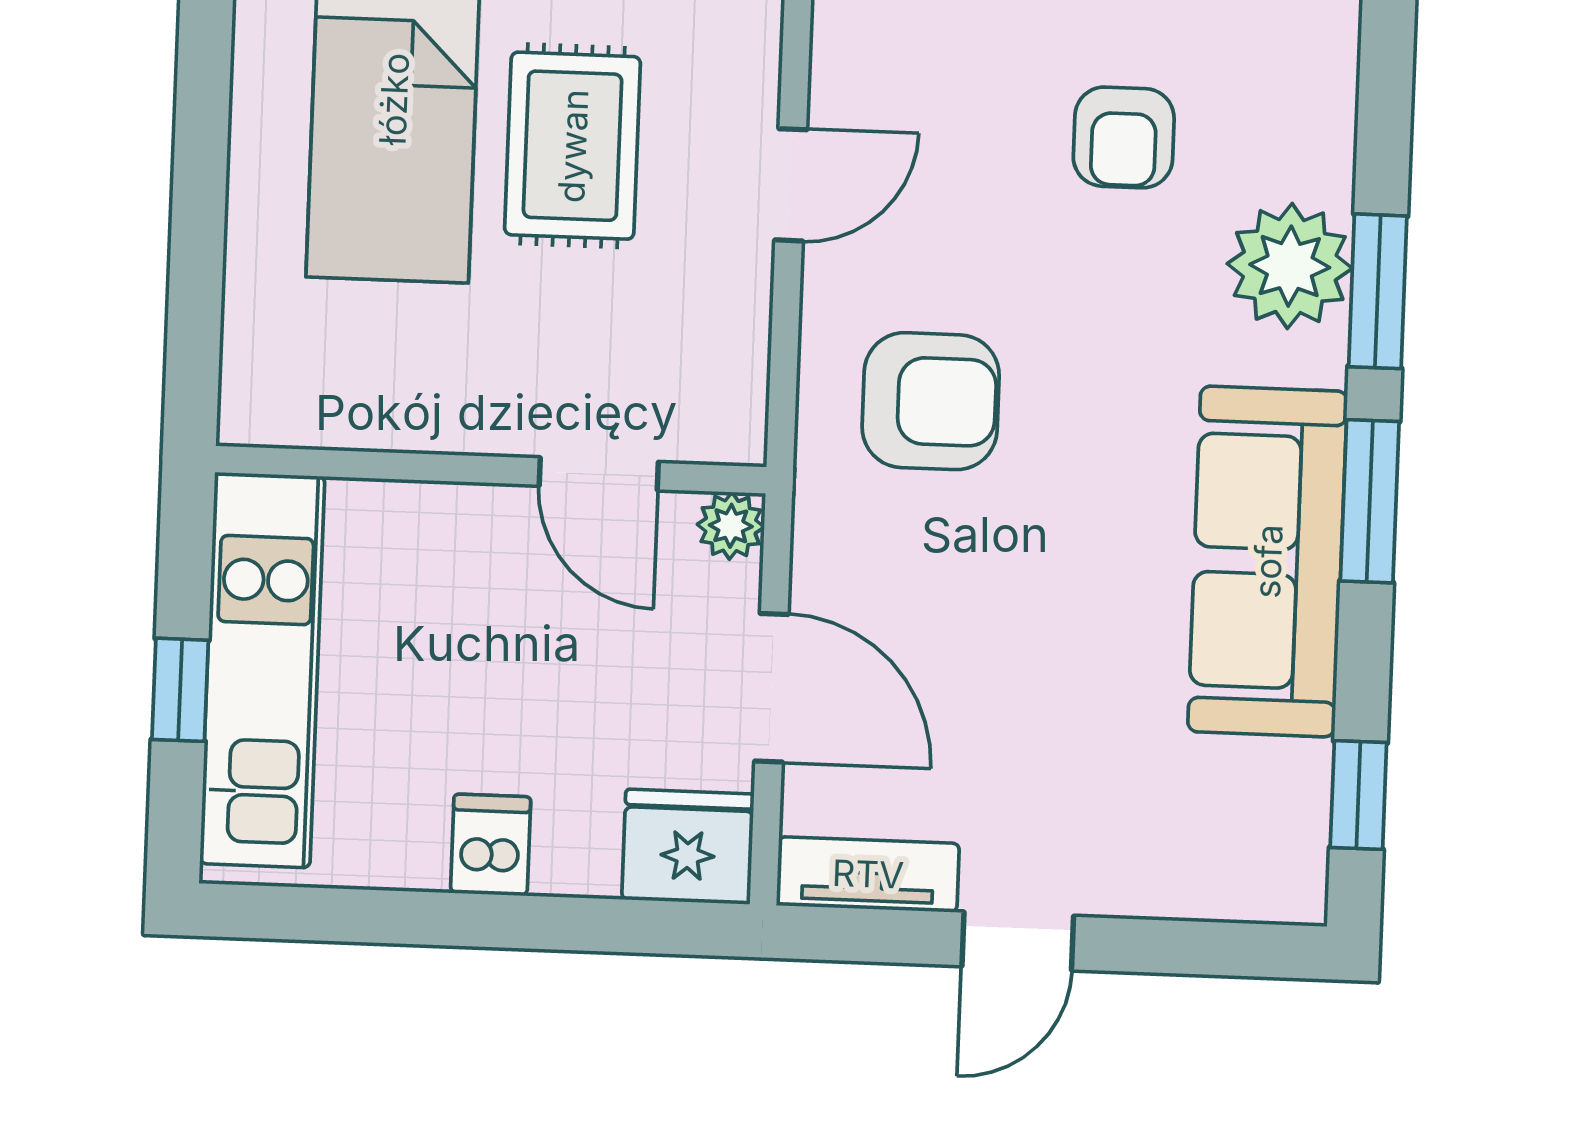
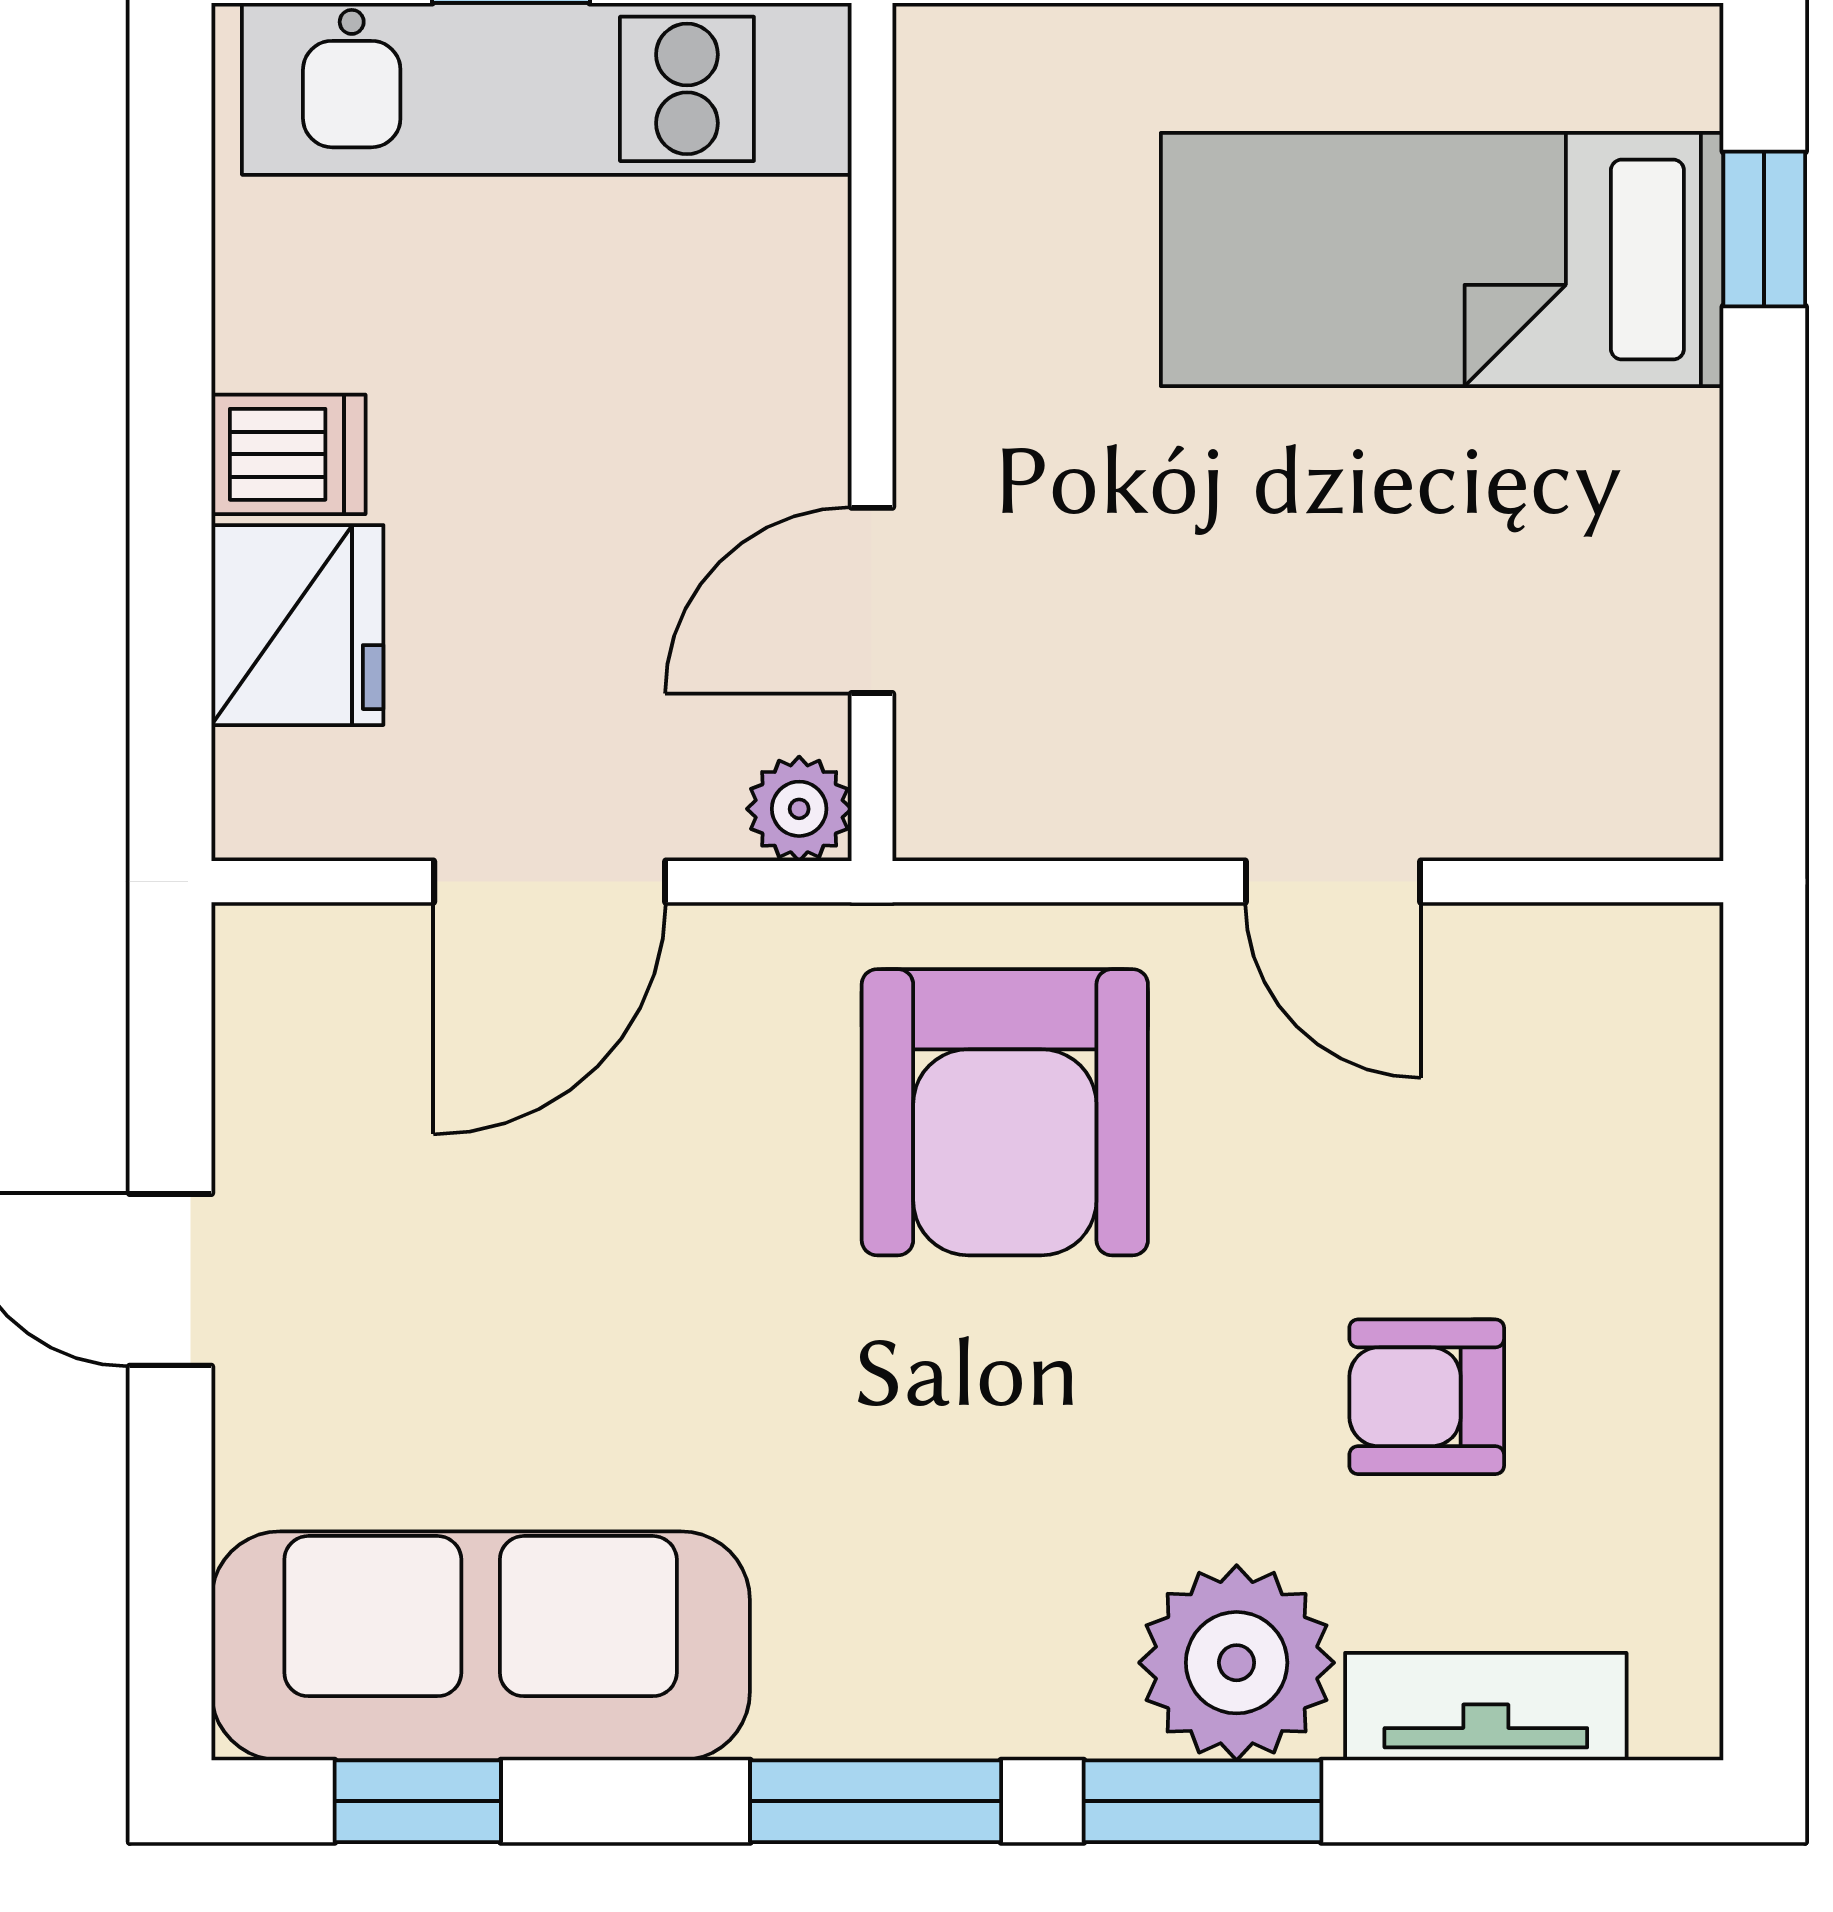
rug: (573, 146) -> (1381, 540), removed
armchair: (931, 401) -> (1005, 1112), width x1.36, depth x1.36
sofa: (1268, 561) -> (481, 1646), moved
fridge: (688, 847) -> (297, 625), moved
tv unit: (868, 874) -> (1486, 1707), moved, turned -90

